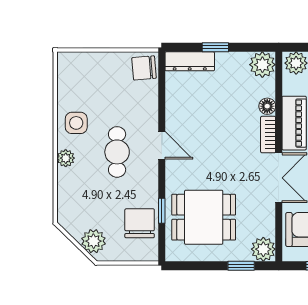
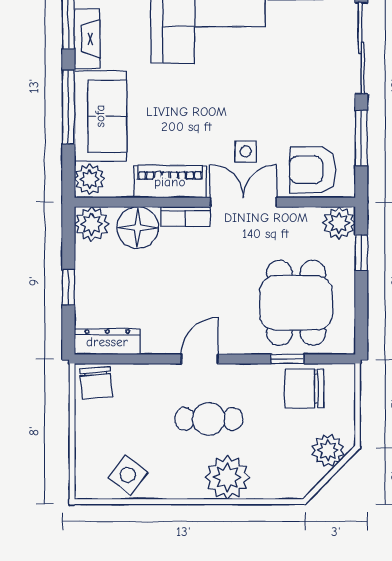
dresser: (190, 61) -> (107, 342), moved, turned -90
floor lamp: (267, 106) -> (138, 228), width x1.89, depth x1.89
side table: (76, 123) -> (128, 475), moved, turned 37
plant: (66, 158) -> (227, 477), width x1.88, depth x1.88

